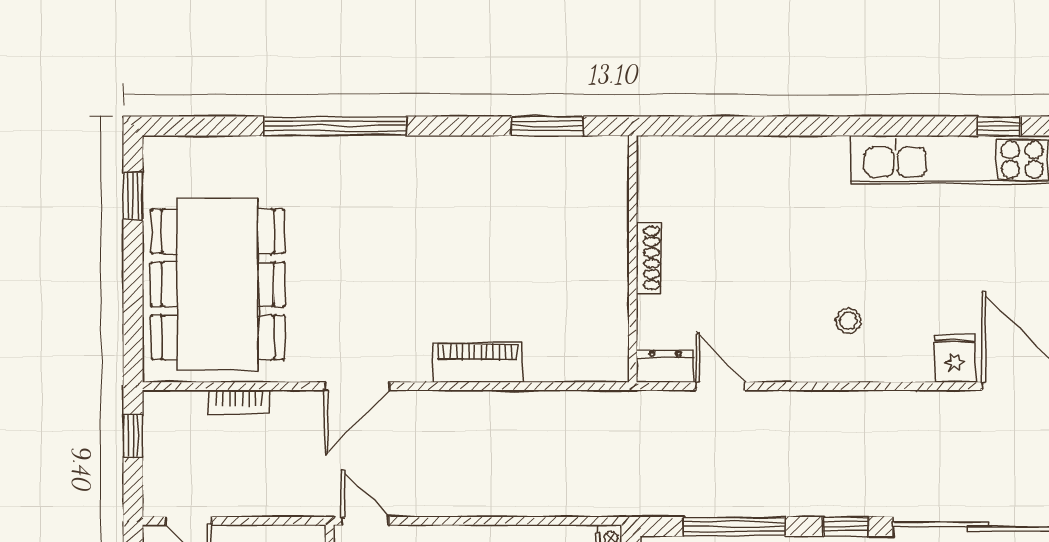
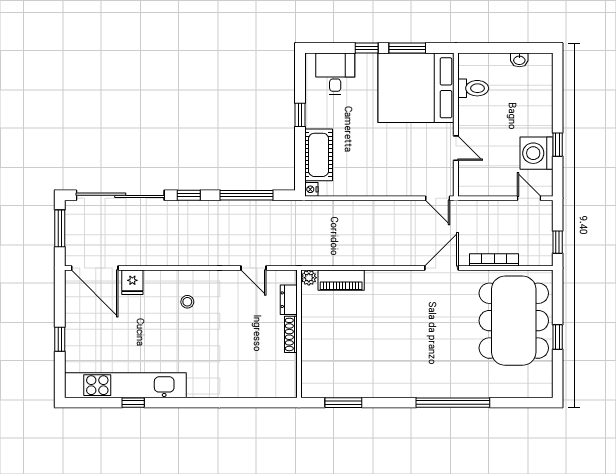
window: (999, 126) -> (133, 403), moved
window: (133, 196) -> (558, 337), moved
piano: (478, 363) -> (341, 280), moved
dresser: (665, 366) -> (289, 300), moved, turned 90
plant: (614, 367) -> (309, 278), added
bookcase: (239, 402) -> (494, 260), width x1.56

